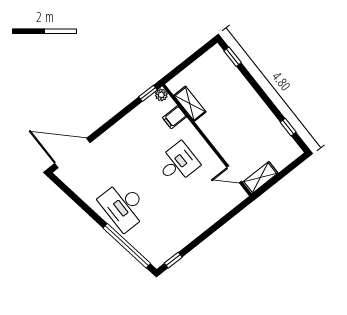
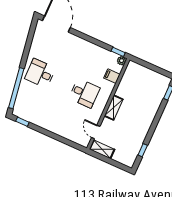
shelving: (190, 104) -> (114, 108), moved
desk: (124, 206) -> (40, 73), width x0.73

